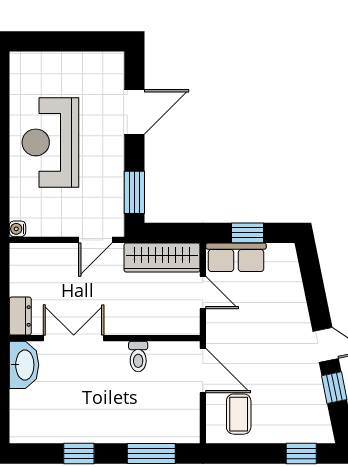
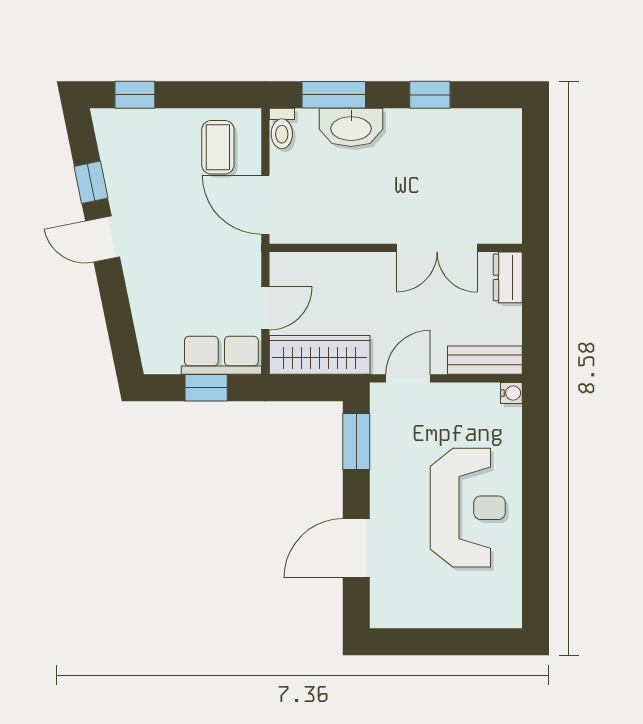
bench: (38, 254) -> (485, 360), added
door: (203, 293) -> (265, 308), swing flipped
toilet: (138, 357) -> (282, 128), moved, turned 180
washbasin: (24, 365) -> (351, 127), moved, turned -90

